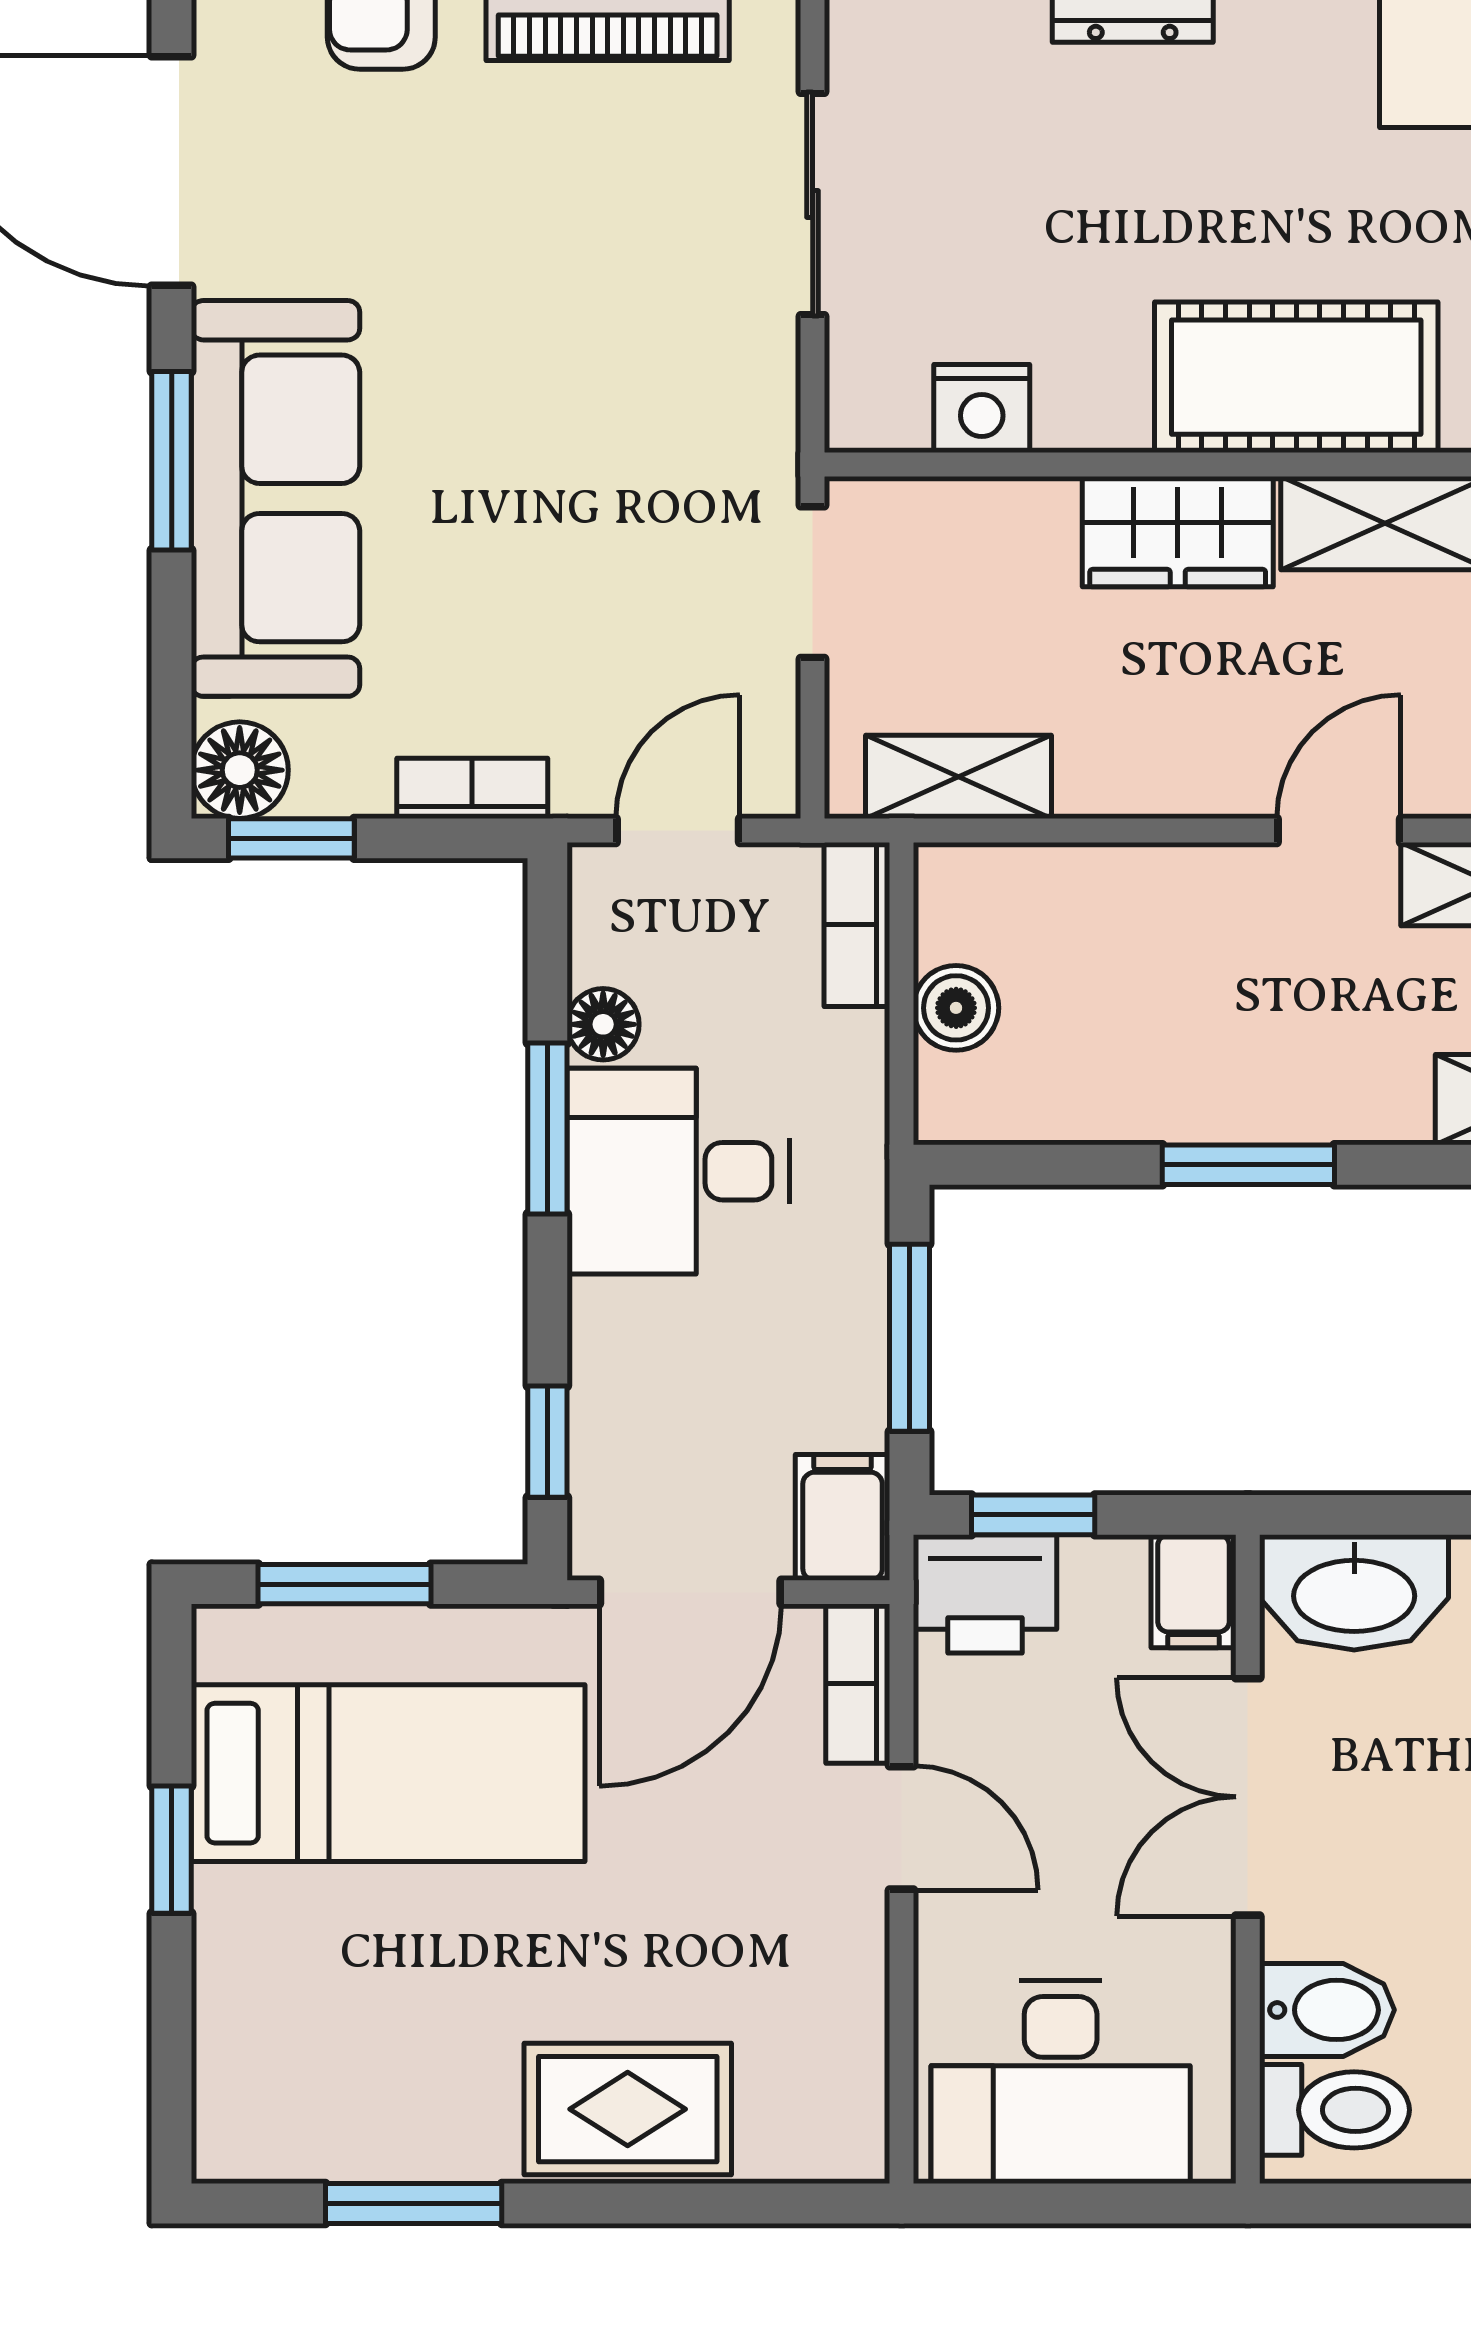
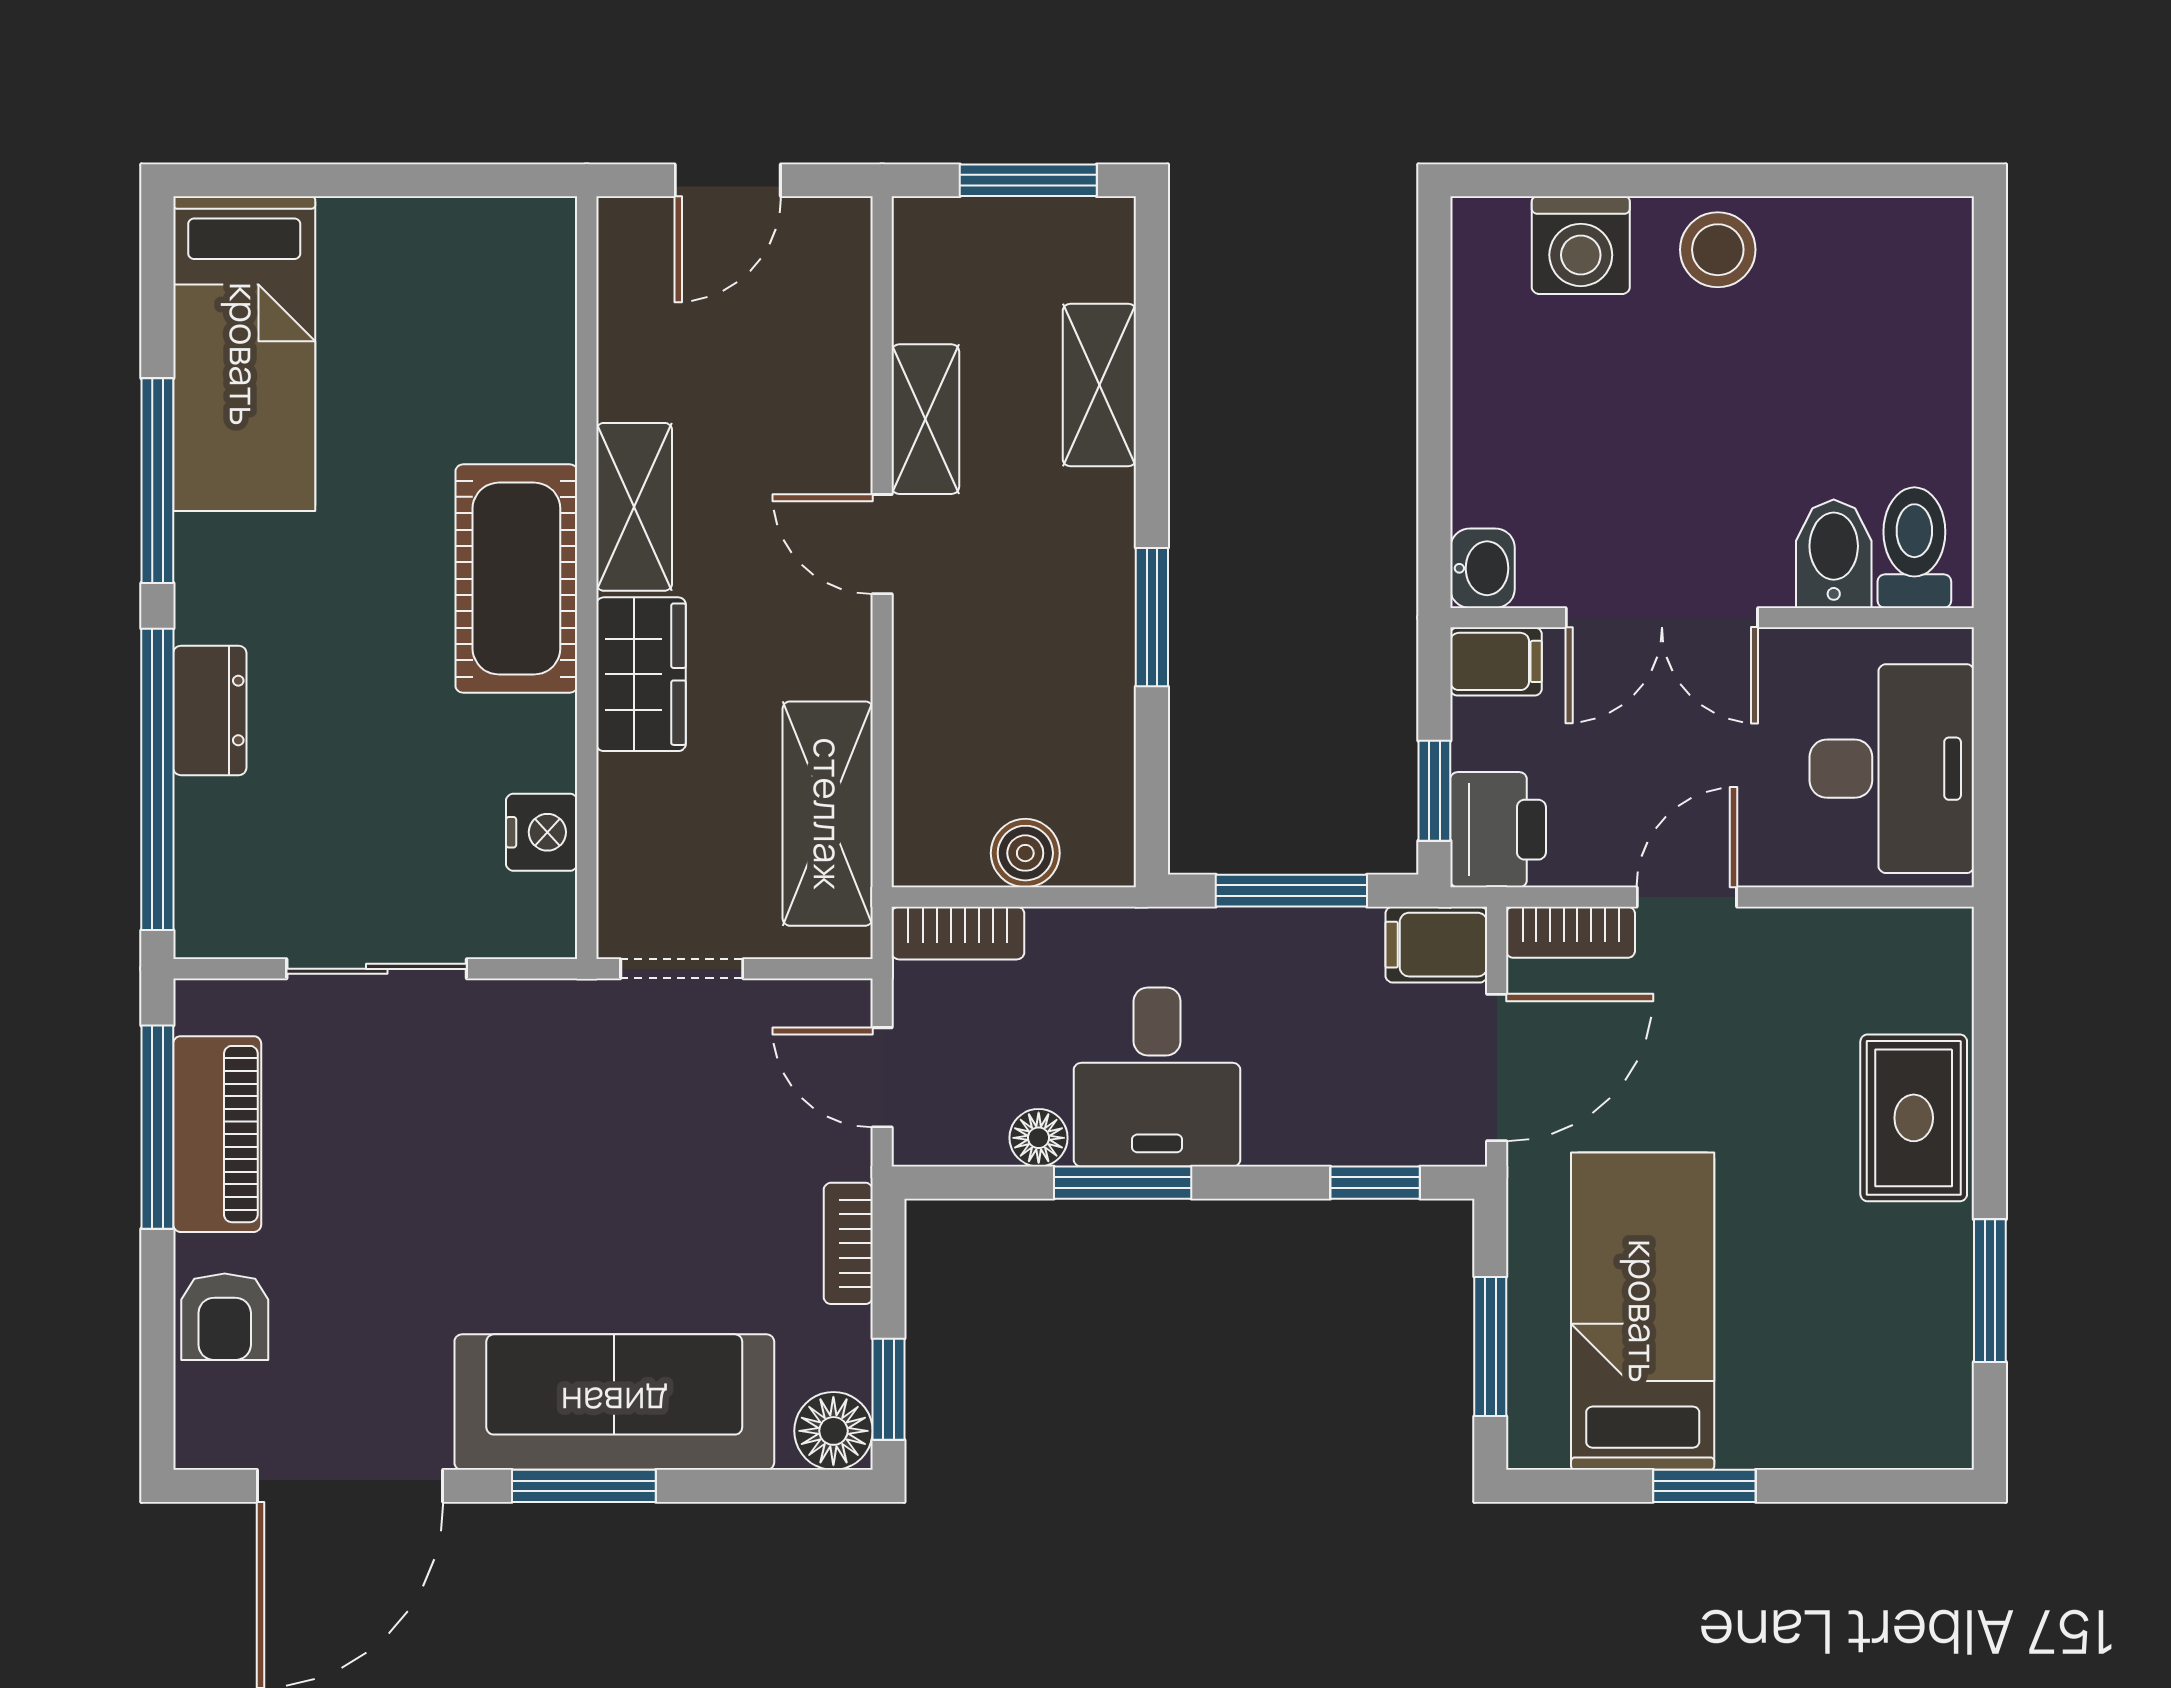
shelving: (959, 777) -> (828, 814), width x1.50, depth x1.33
door: (690, 1592) -> (1497, 1067), hinge flipped
washbasin: (1354, 1592) -> (1483, 568), width x0.52, depth x0.69

